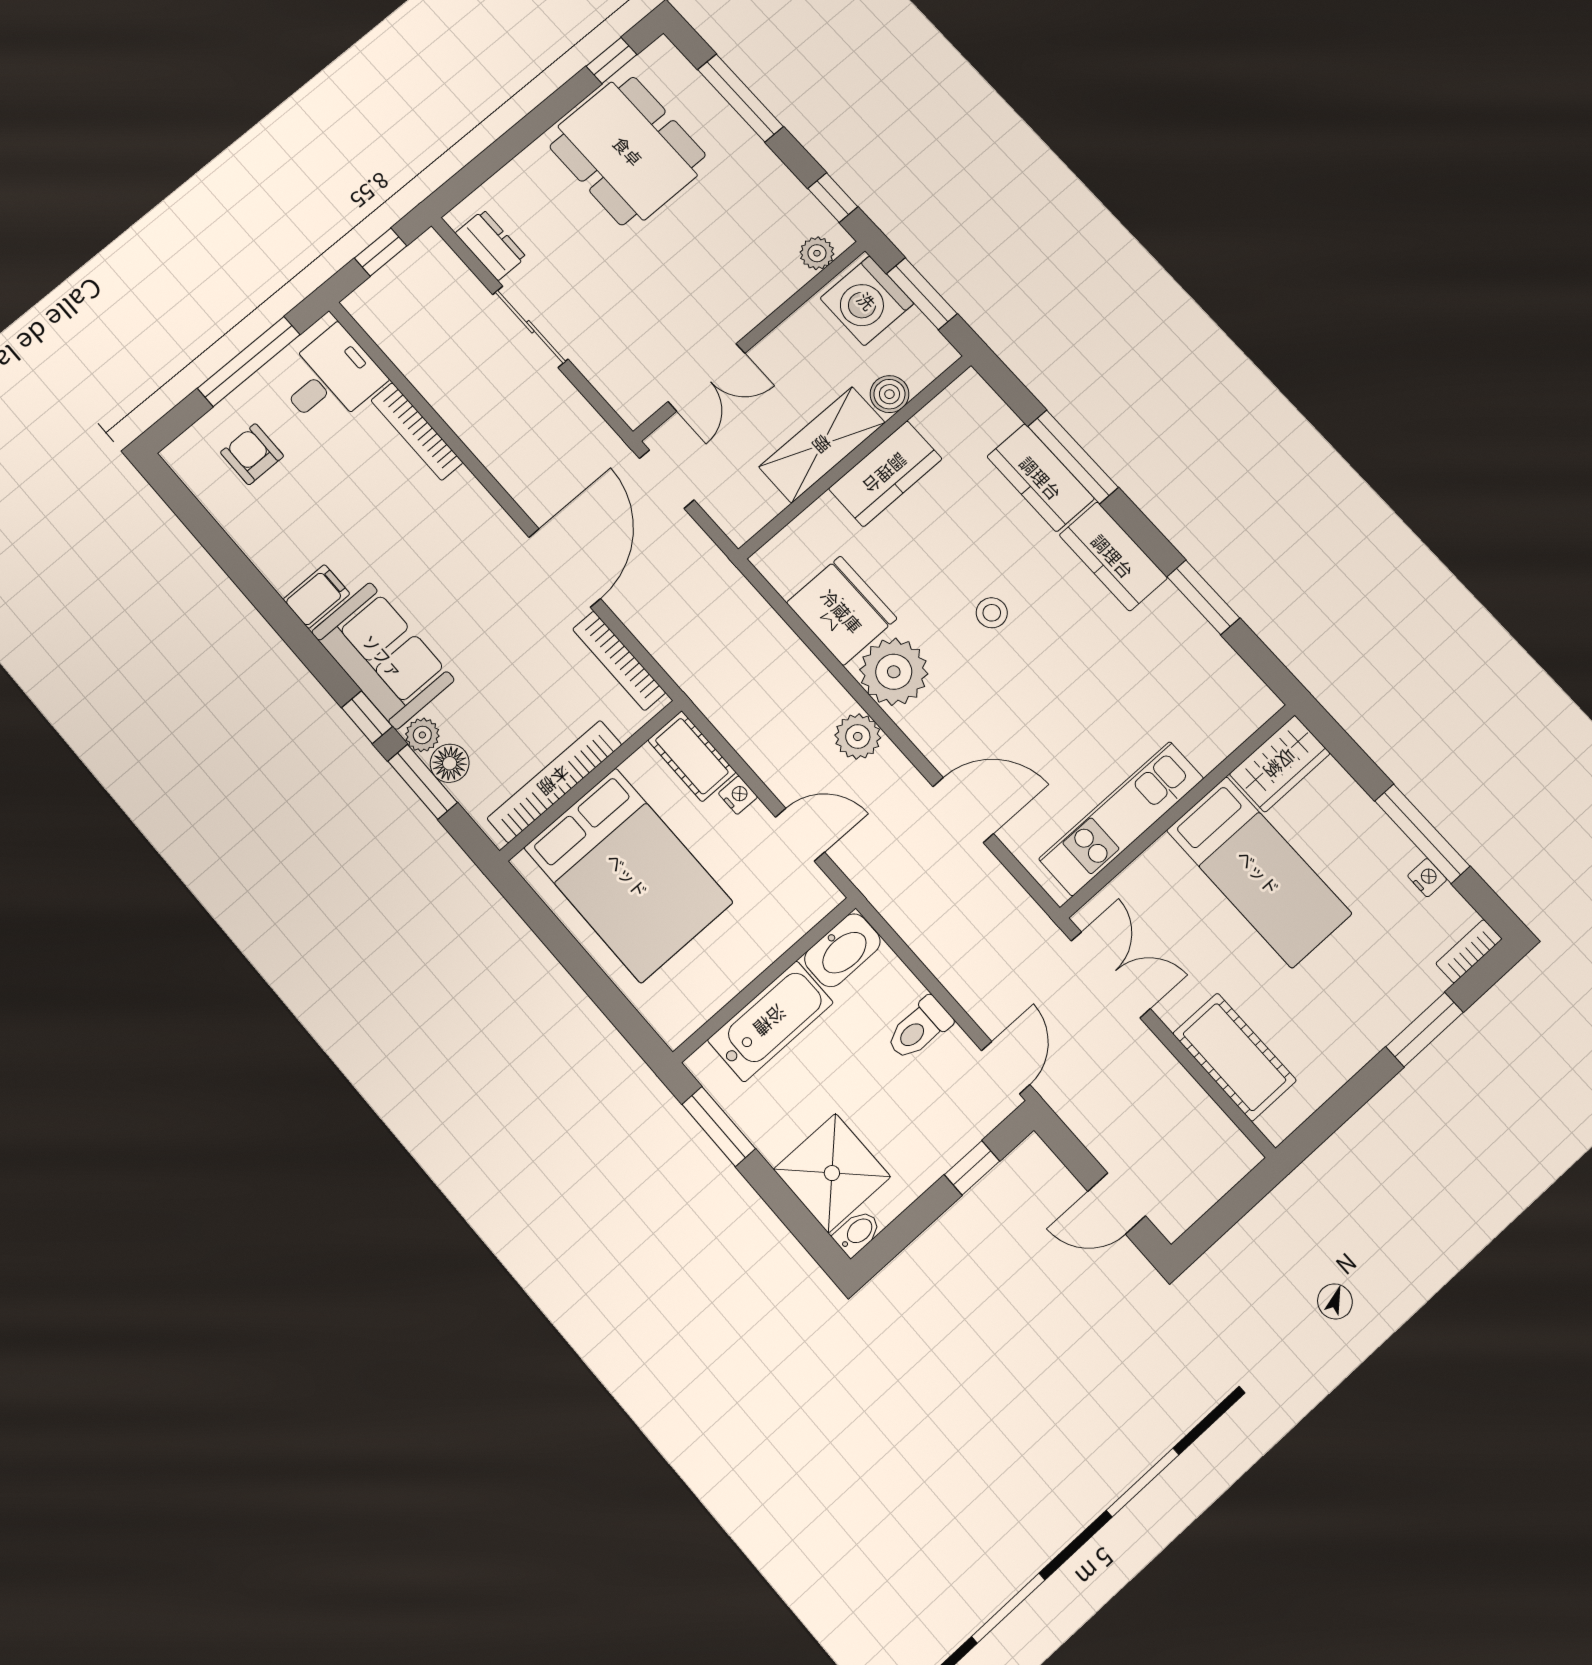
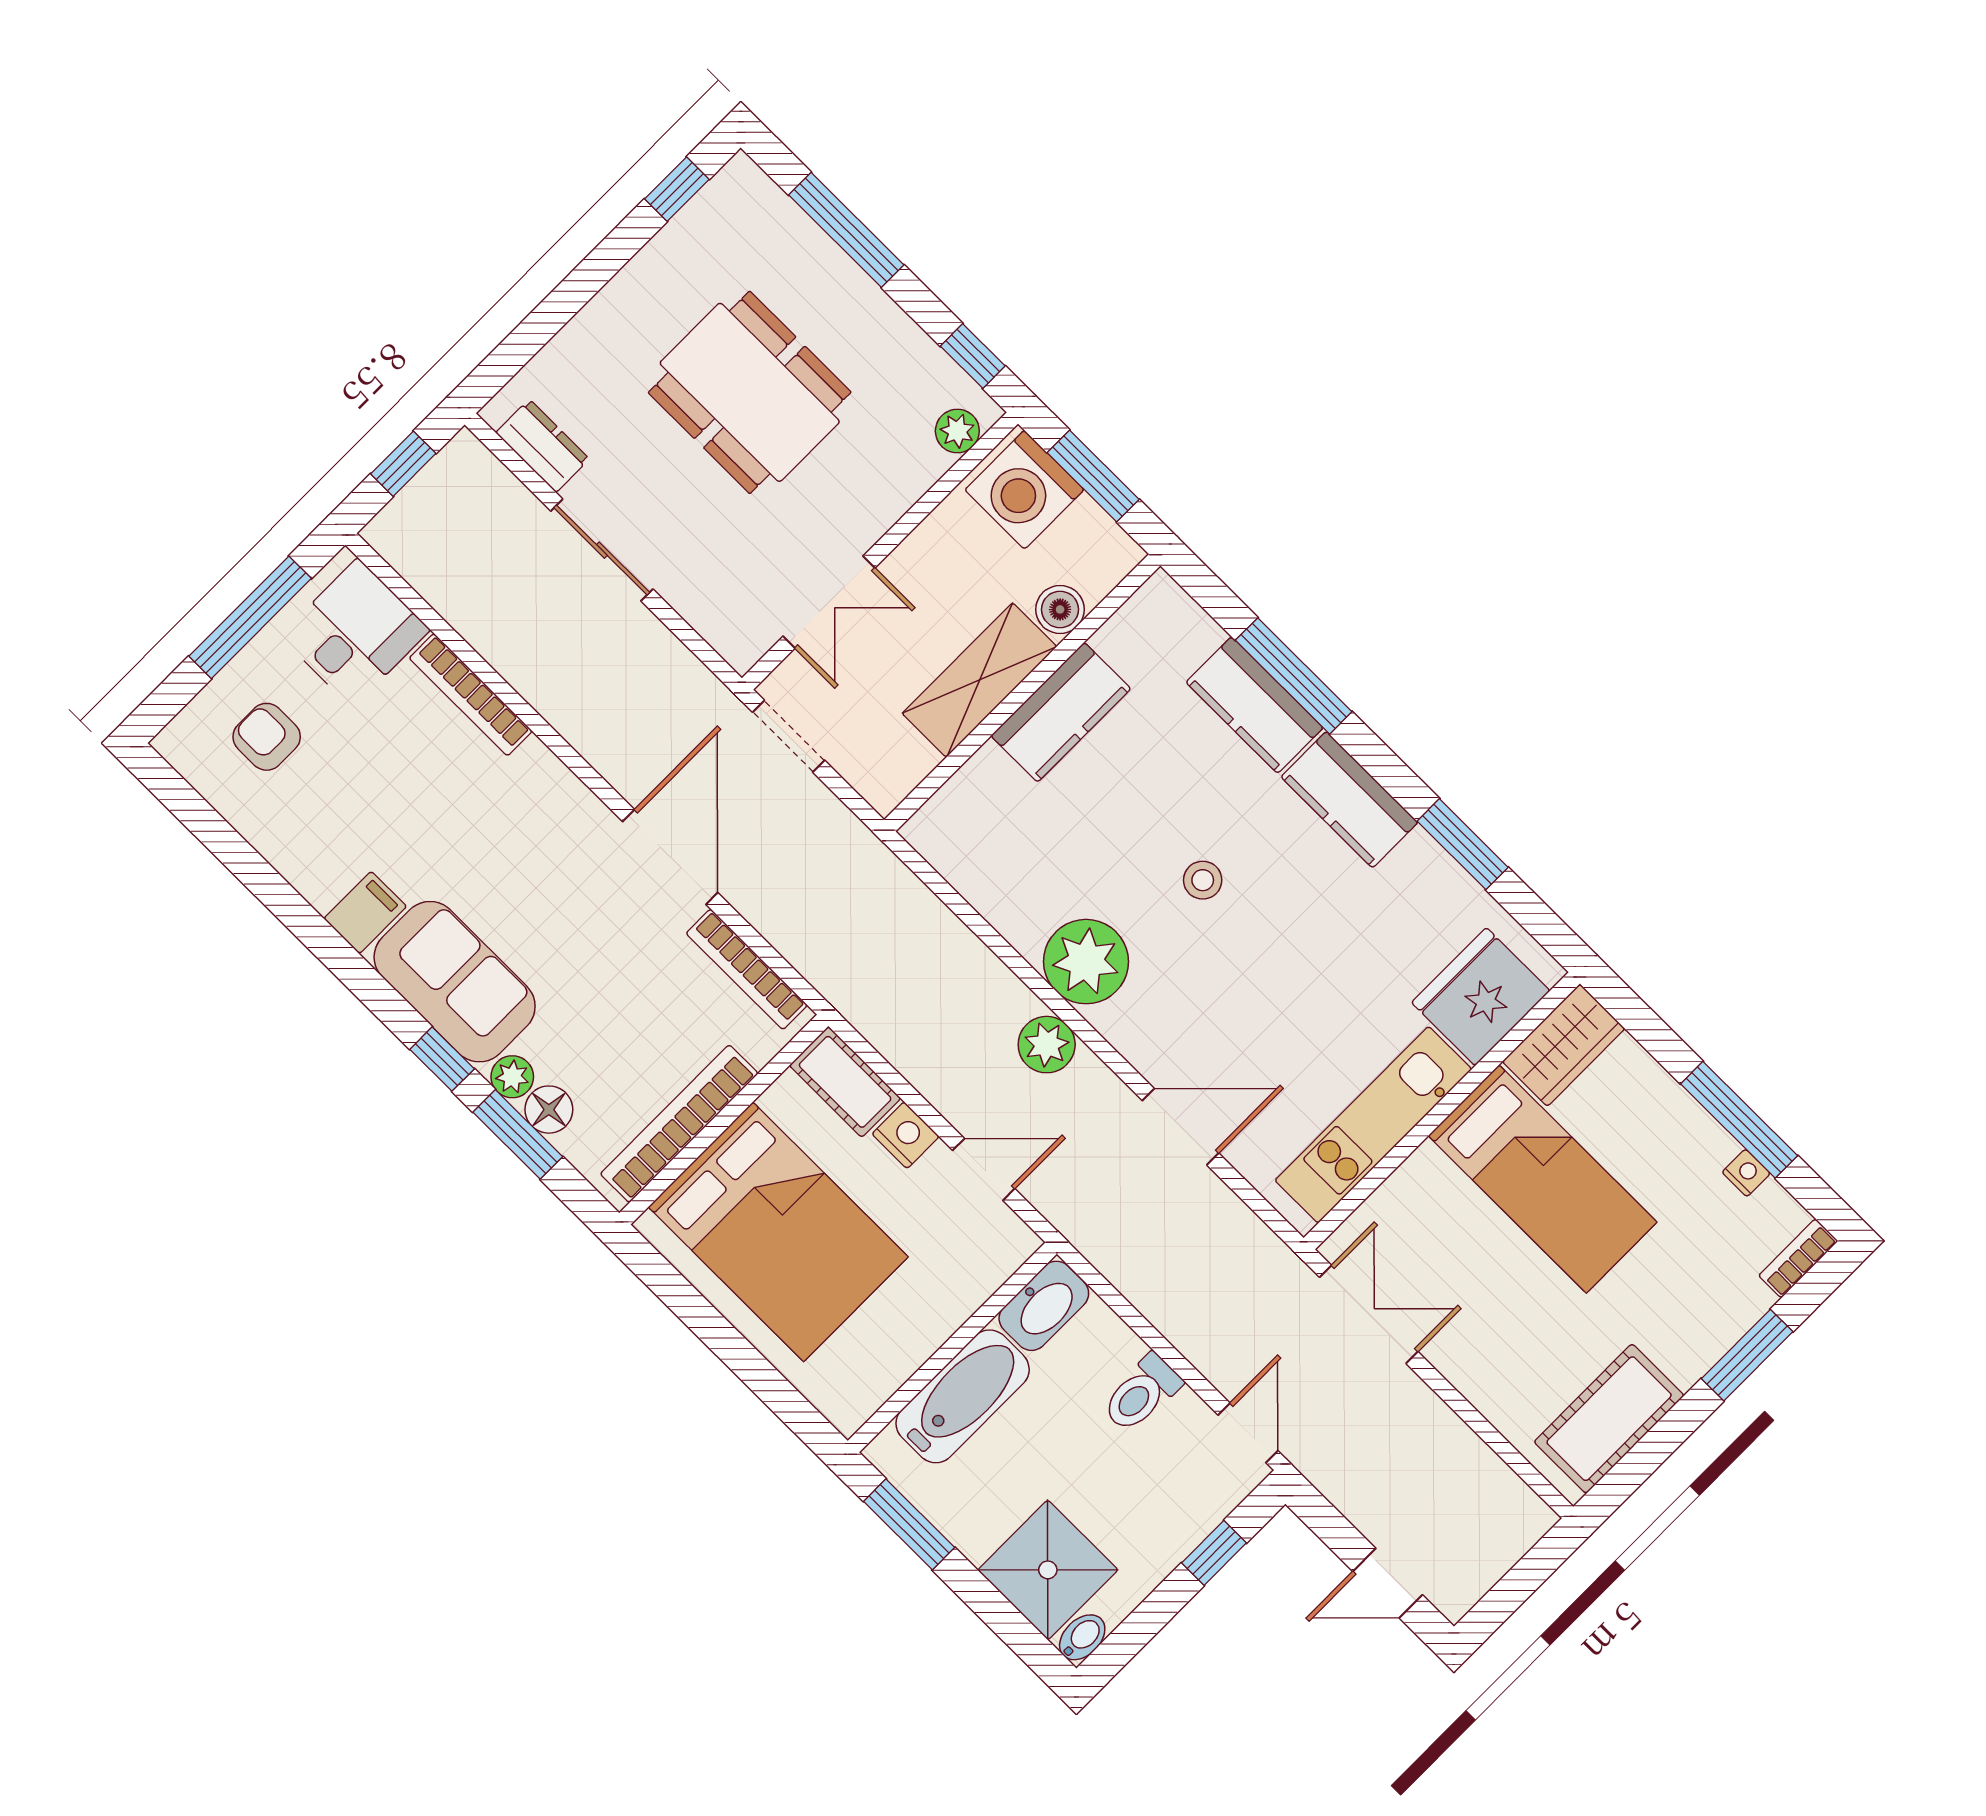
dining table: (628, 151) -> (750, 392), moved
fridge: (842, 611) -> (1481, 997), moved, turned -90
nightstand: (738, 795) -> (906, 1135), width x1.39, depth x1.35
cot: (1234, 1057) -> (1609, 1419), moved, turned 90

